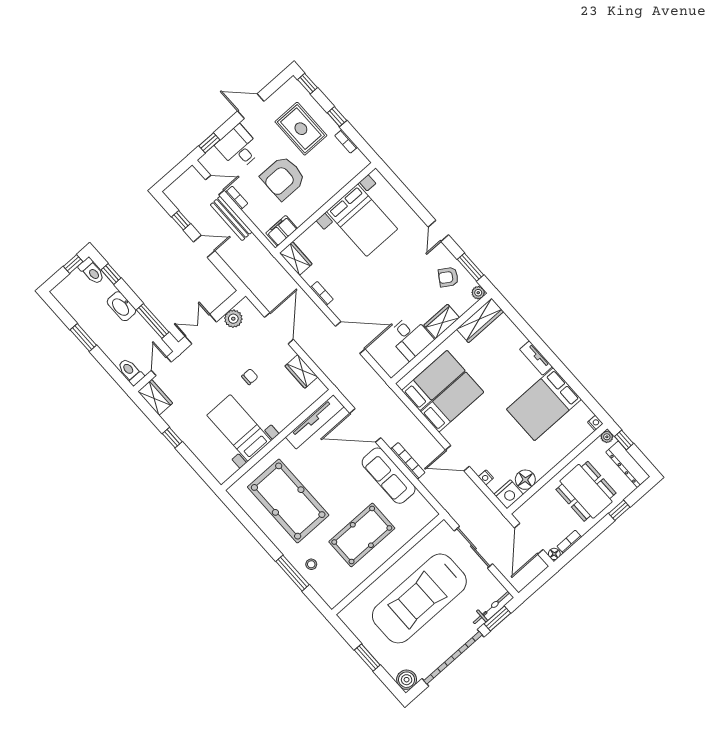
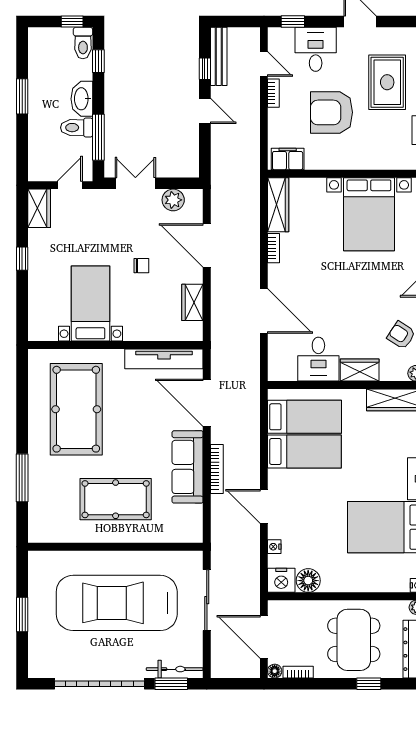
bench: (231, 218) -> (219, 56), moved
wardrobe: (296, 258) -> (278, 205), width x1.50
door: (279, 328) -> (207, 245), swing flipped
toilet: (131, 372) -> (77, 128), moved, turned -90
door: (529, 539) -> (264, 637), hinge flipped
stool: (311, 564) -> (46, 485), removed
boiler: (407, 680) -> (40, 666), removed

